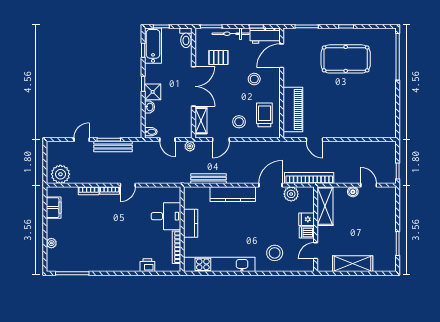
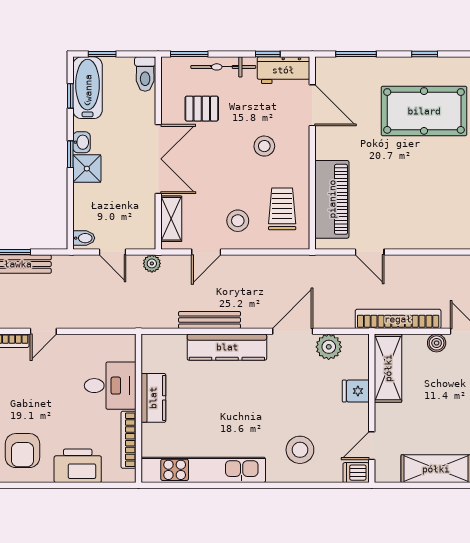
door: (282, 56) -> (312, 105), swing flipped
washbasin: (150, 107) -> (81, 142), moved
bookcase: (309, 178) -> (398, 319), moved
bench: (209, 179) -> (210, 320), moved
dishwasher: (307, 232) -> (356, 473), moved
armchair: (116, 253) -> (23, 451), added
printer: (147, 265) -> (78, 466), width x1.87, depth x1.48

